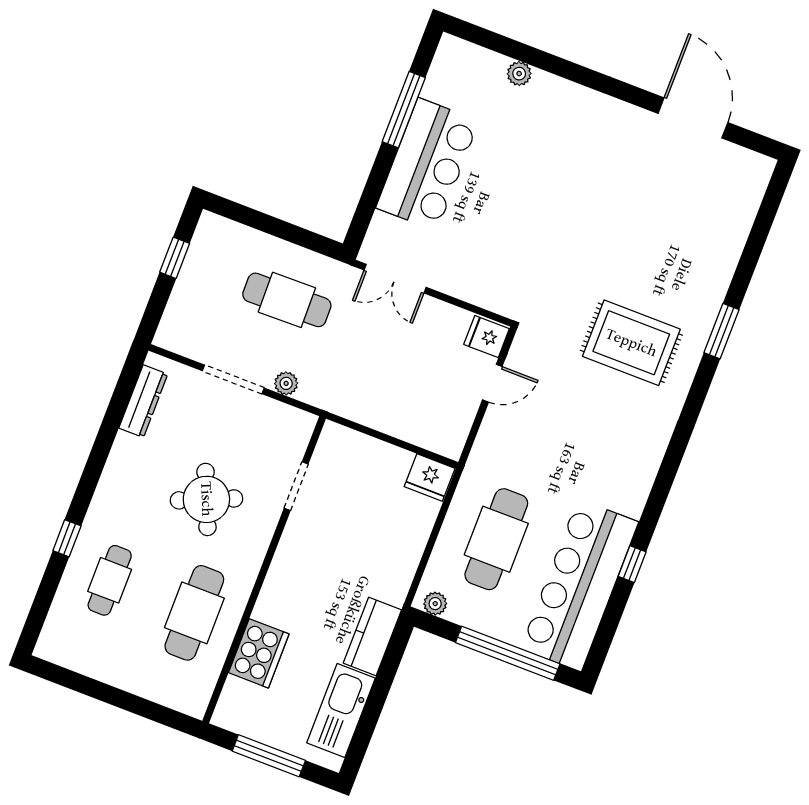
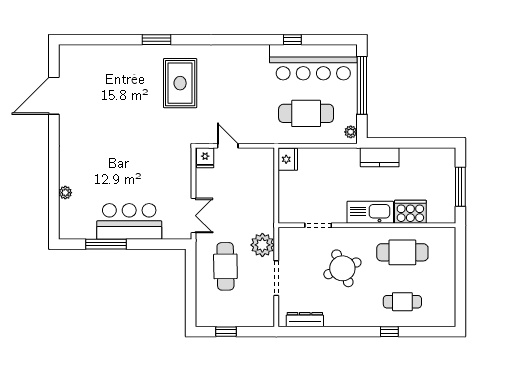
plant: (286, 383) -> (262, 245), width x1.88, depth x1.88
kitchen sink: (341, 710) -> (370, 212), moved, turned 180

